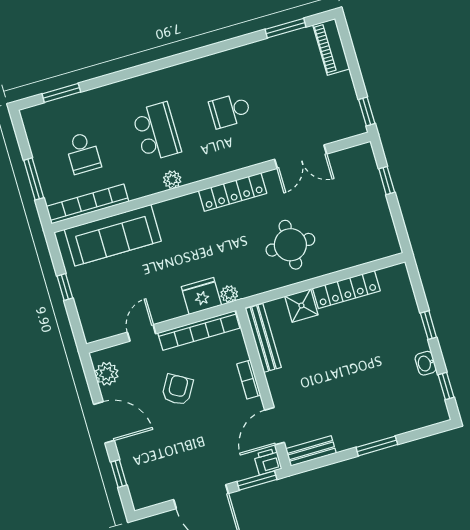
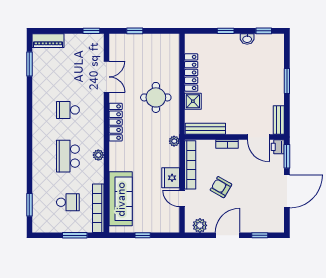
school desk: (230, 111) -> (68, 110), turned 90
school desk: (157, 132) -> (68, 156), turned -90
fridge: (201, 296) -> (171, 178), moved

